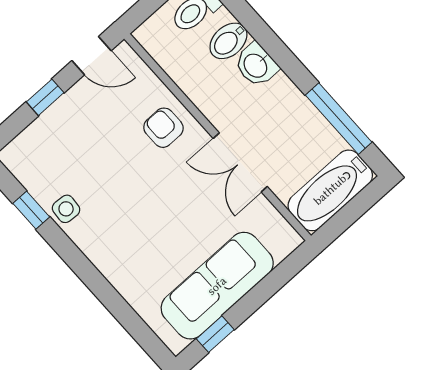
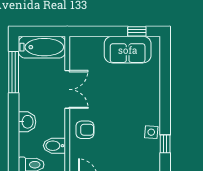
bidet: (228, 41) -> (54, 146), moved, turned 180
armchair: (163, 128) -> (85, 130), turned -90
sofa: (217, 286) -> (128, 50), width x0.73

